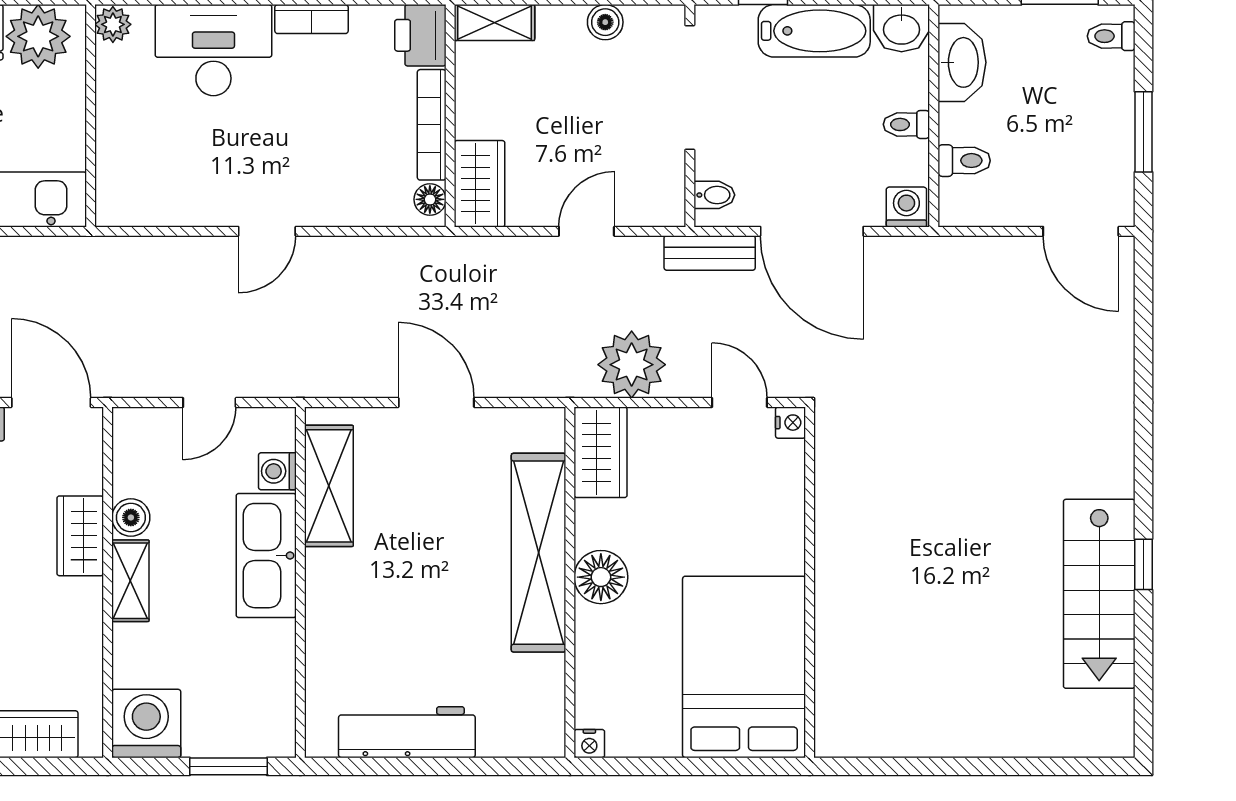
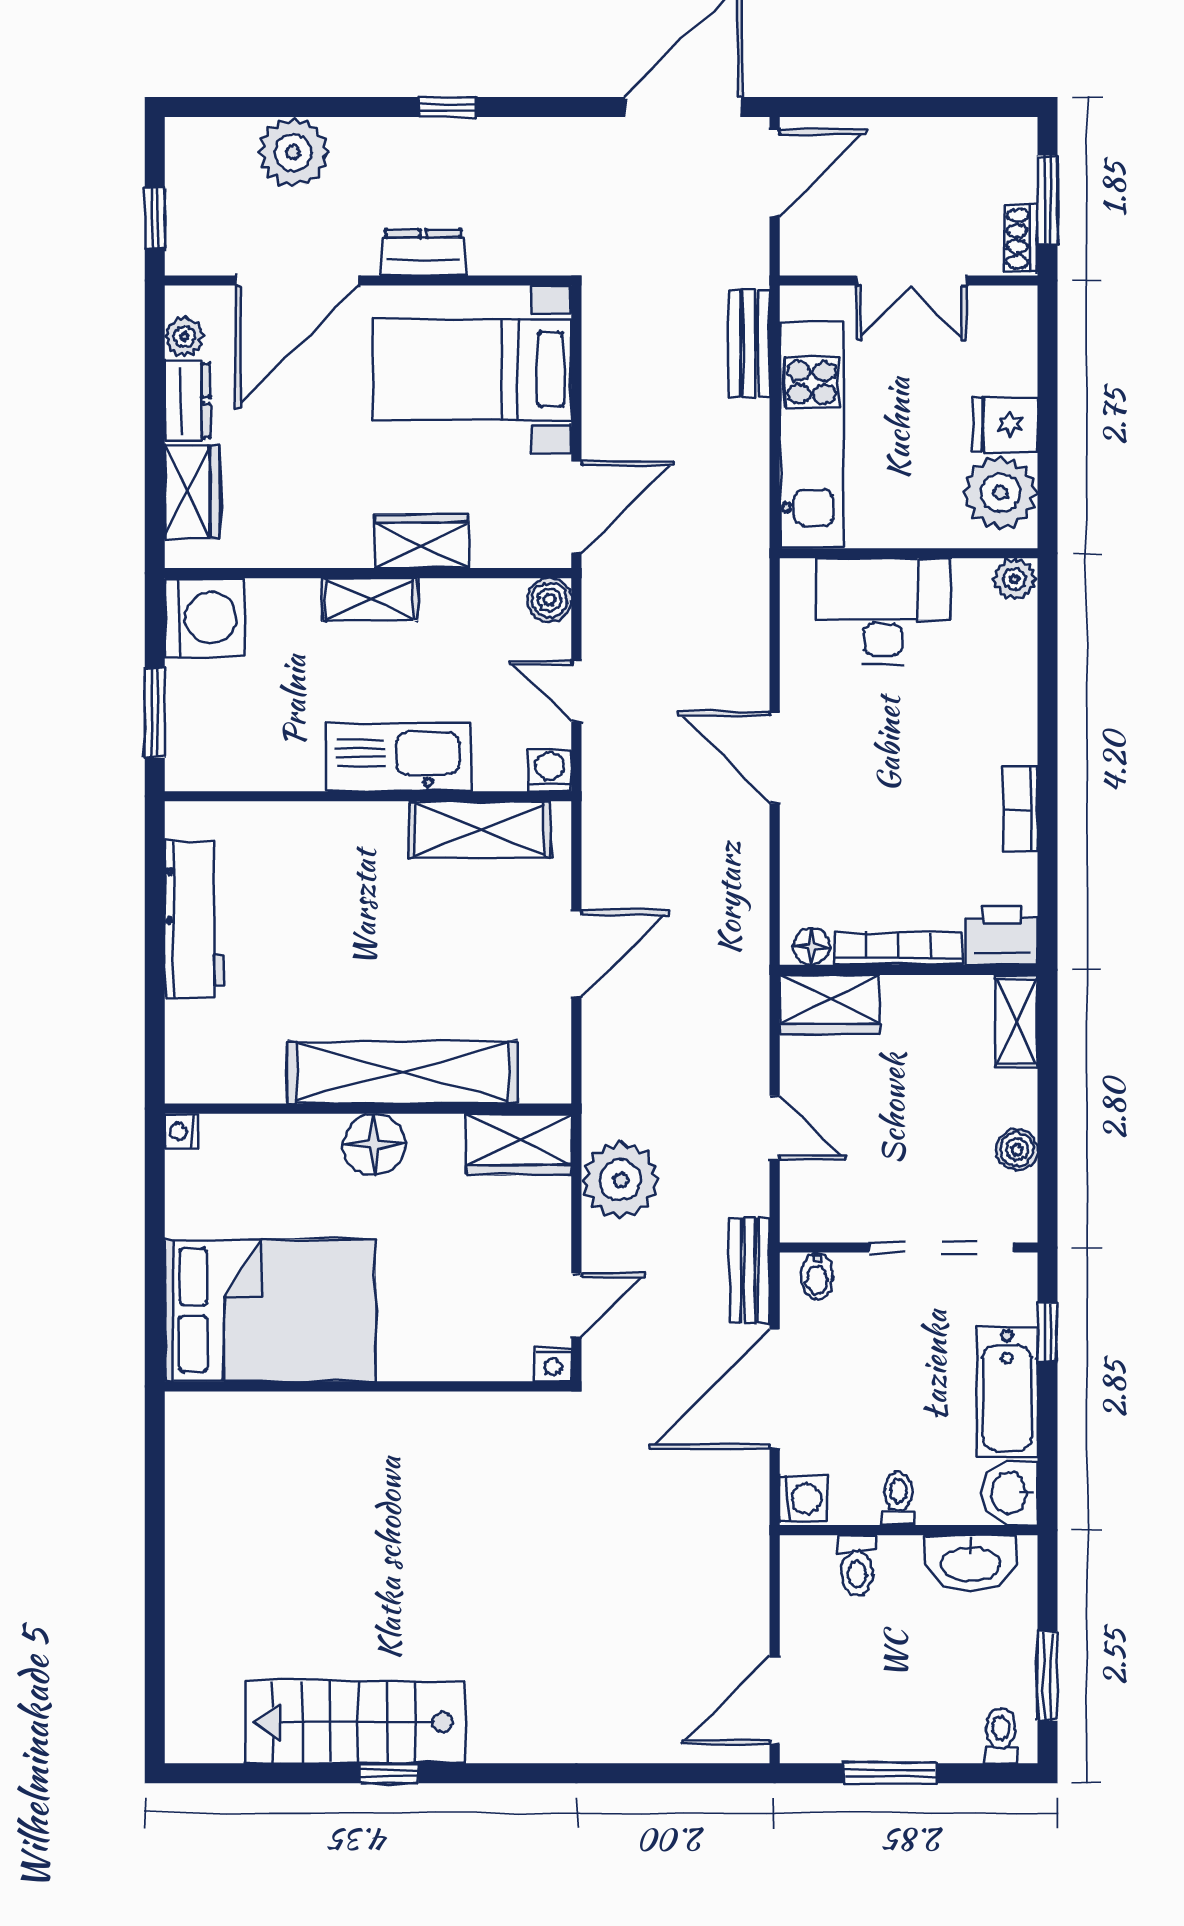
desk: (213, 50) -> (883, 611), moved, turned -90
door: (267, 231) -> (775, 758), width x1.38
washing machine: (277, 471) -> (550, 770), moved
boiler: (131, 517) -> (549, 600), moved

